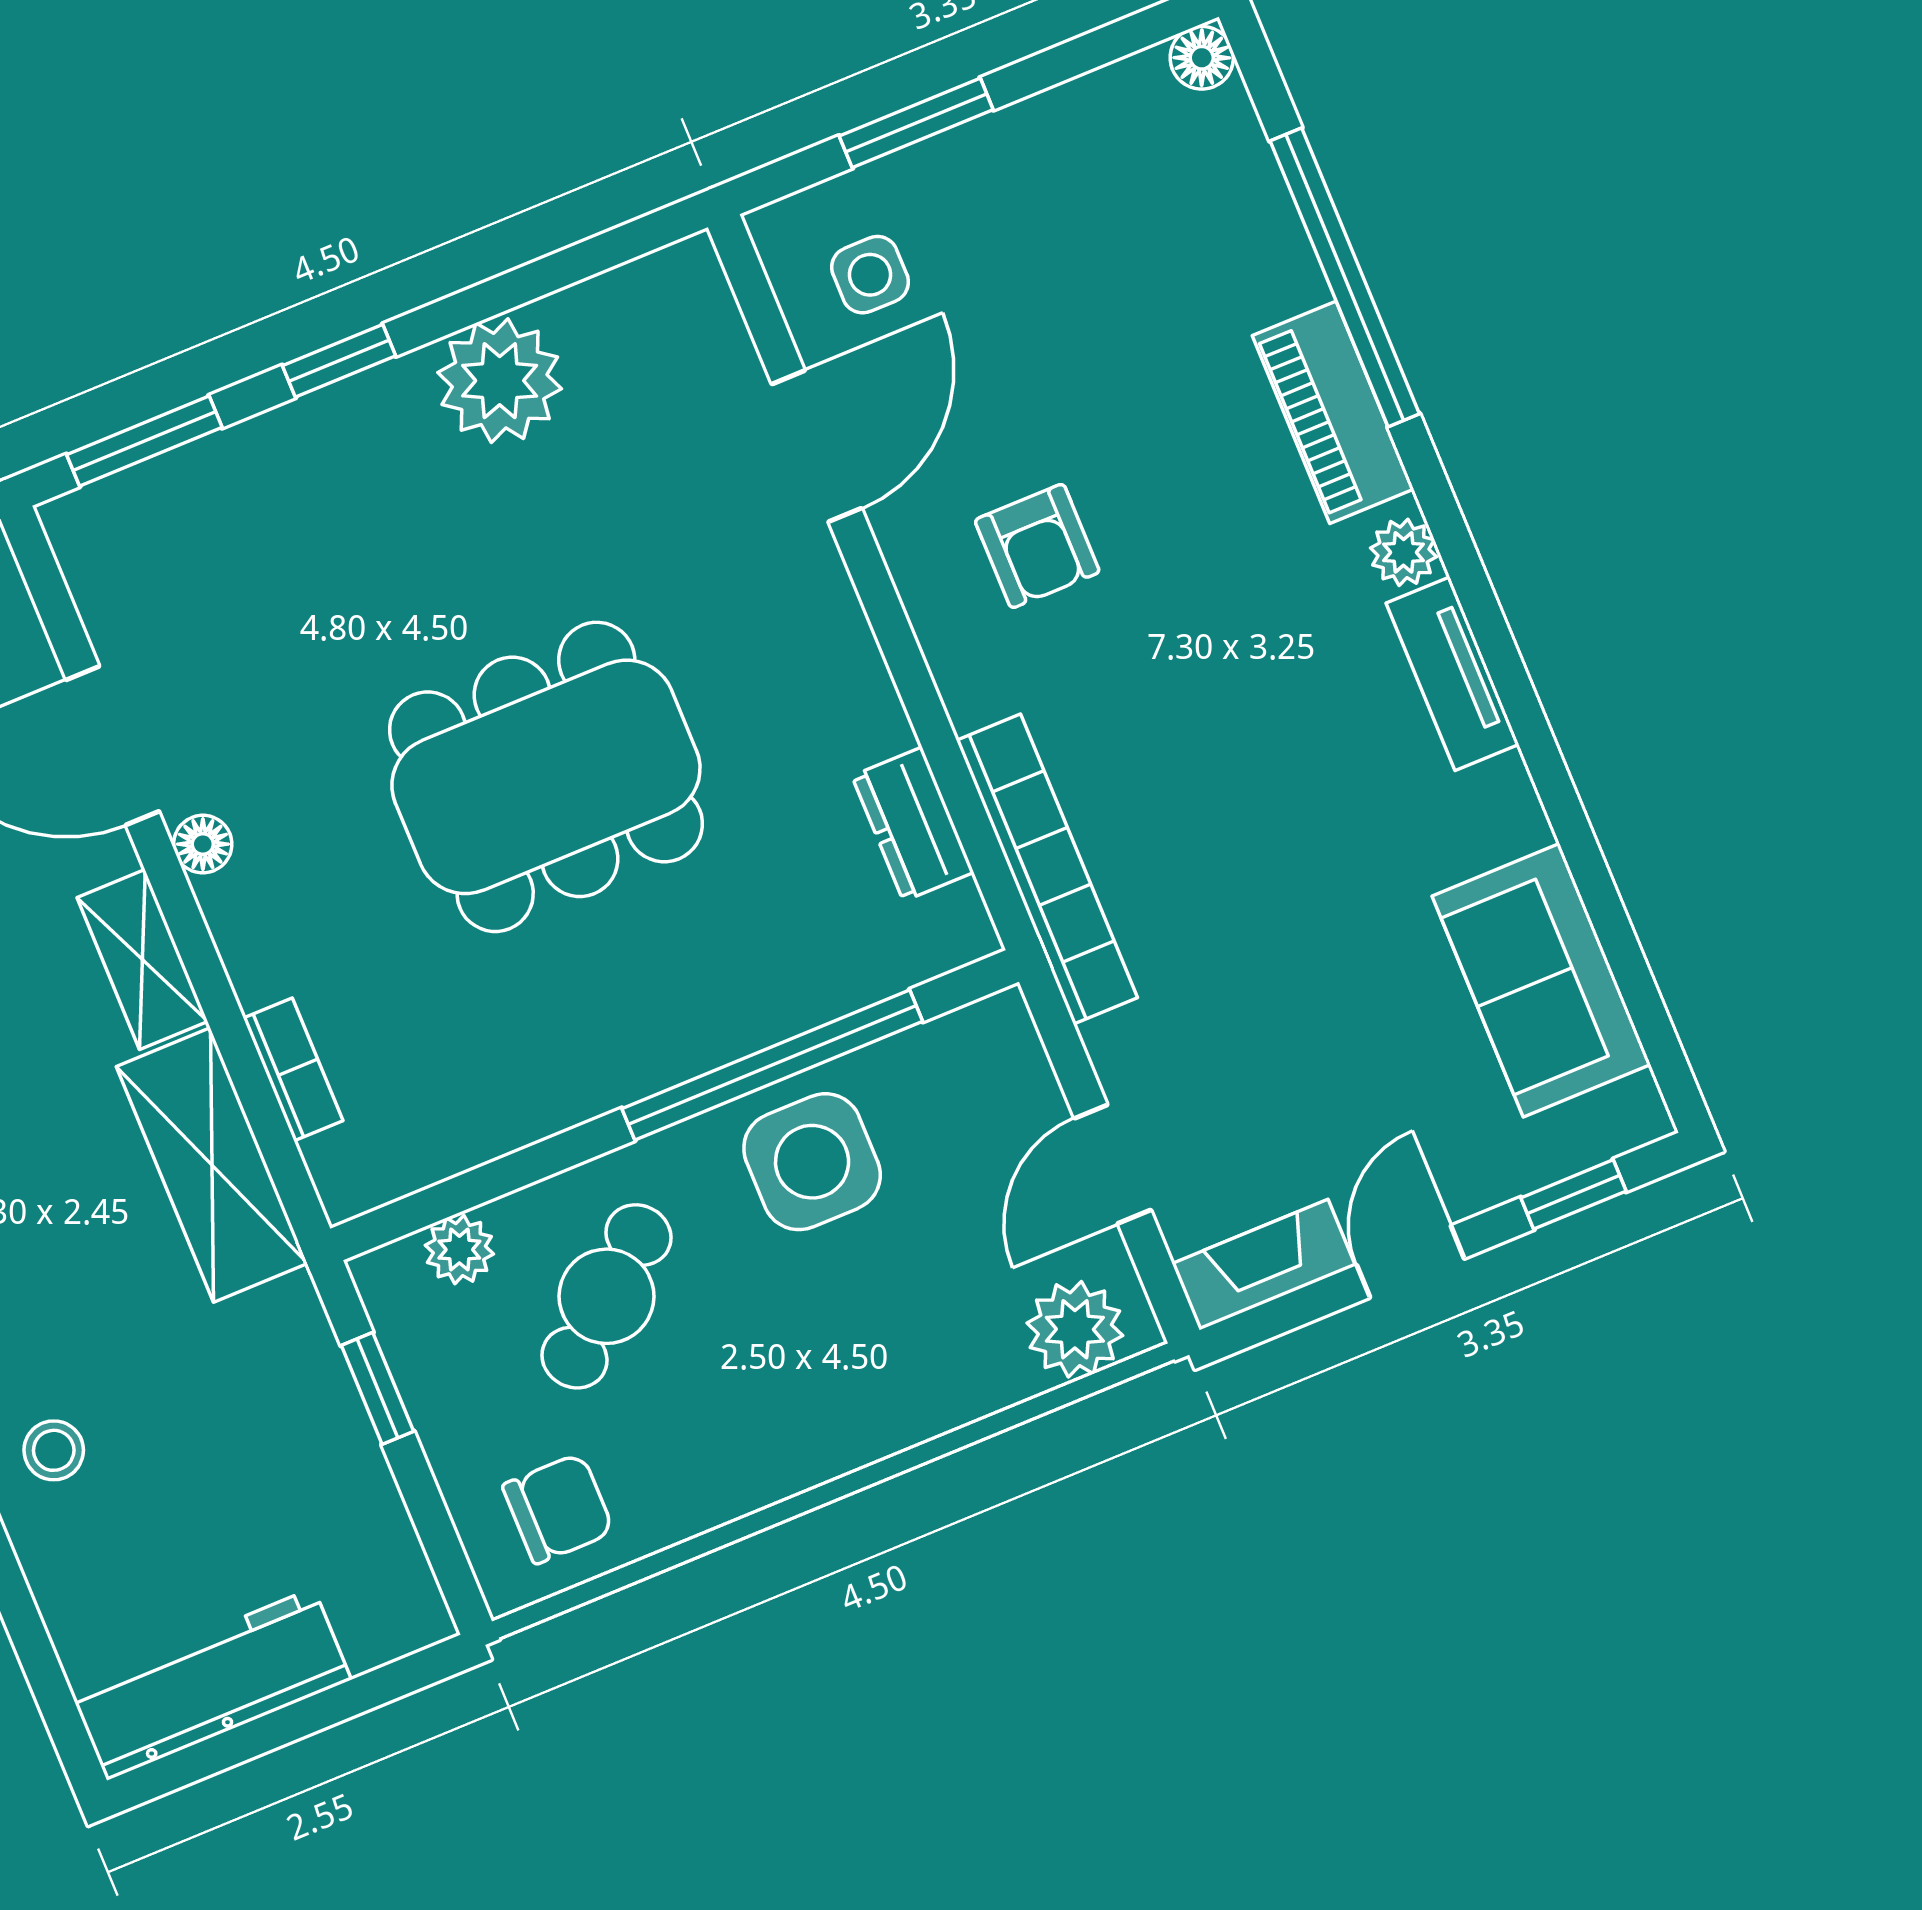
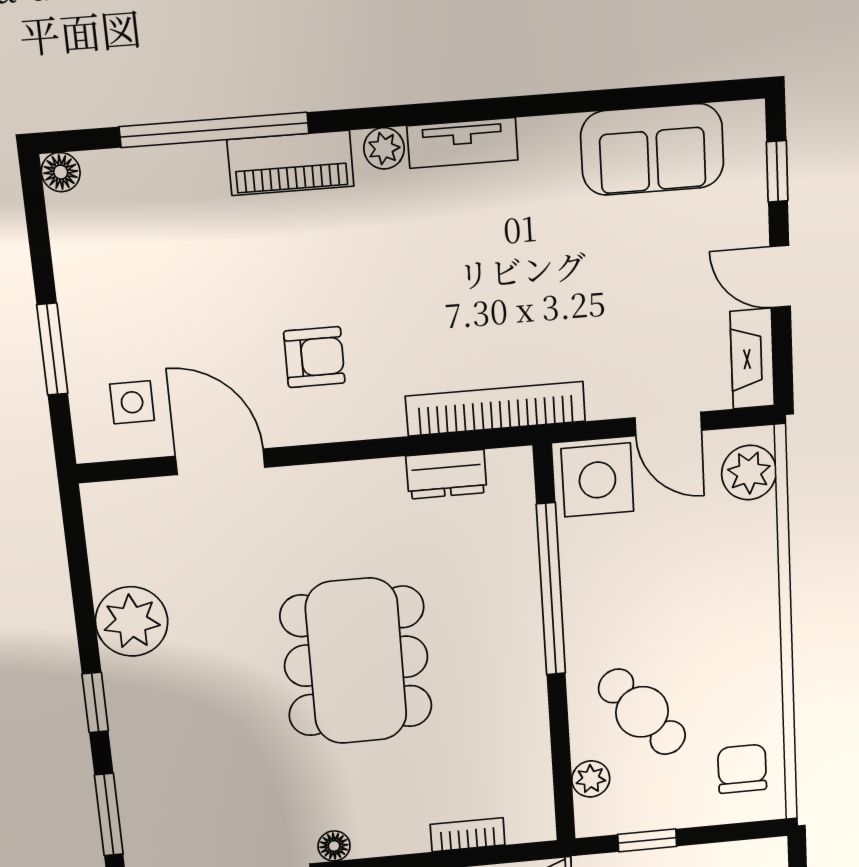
side table: (812, 1162) -> (597, 480), moved

